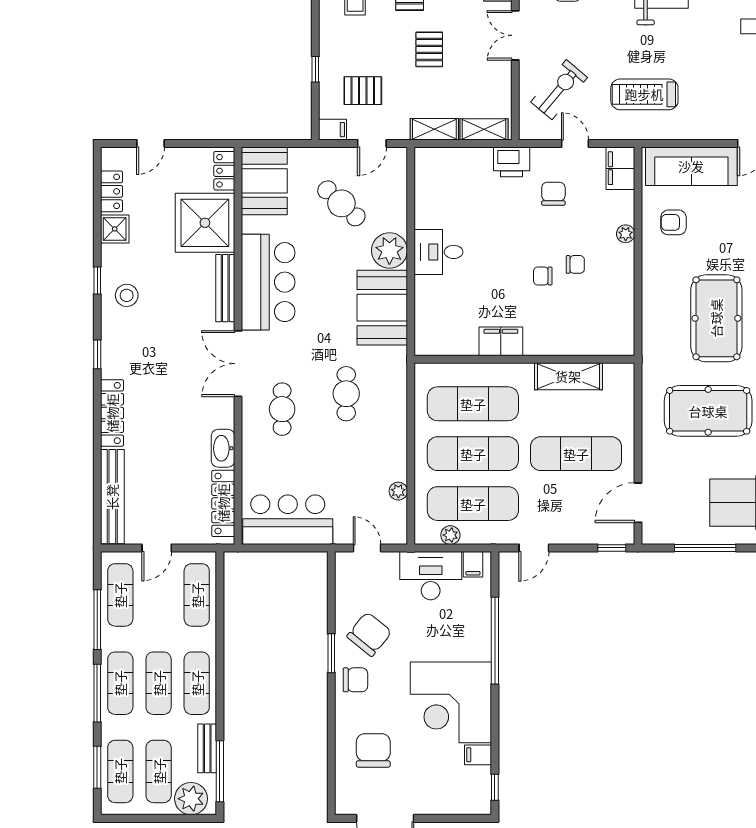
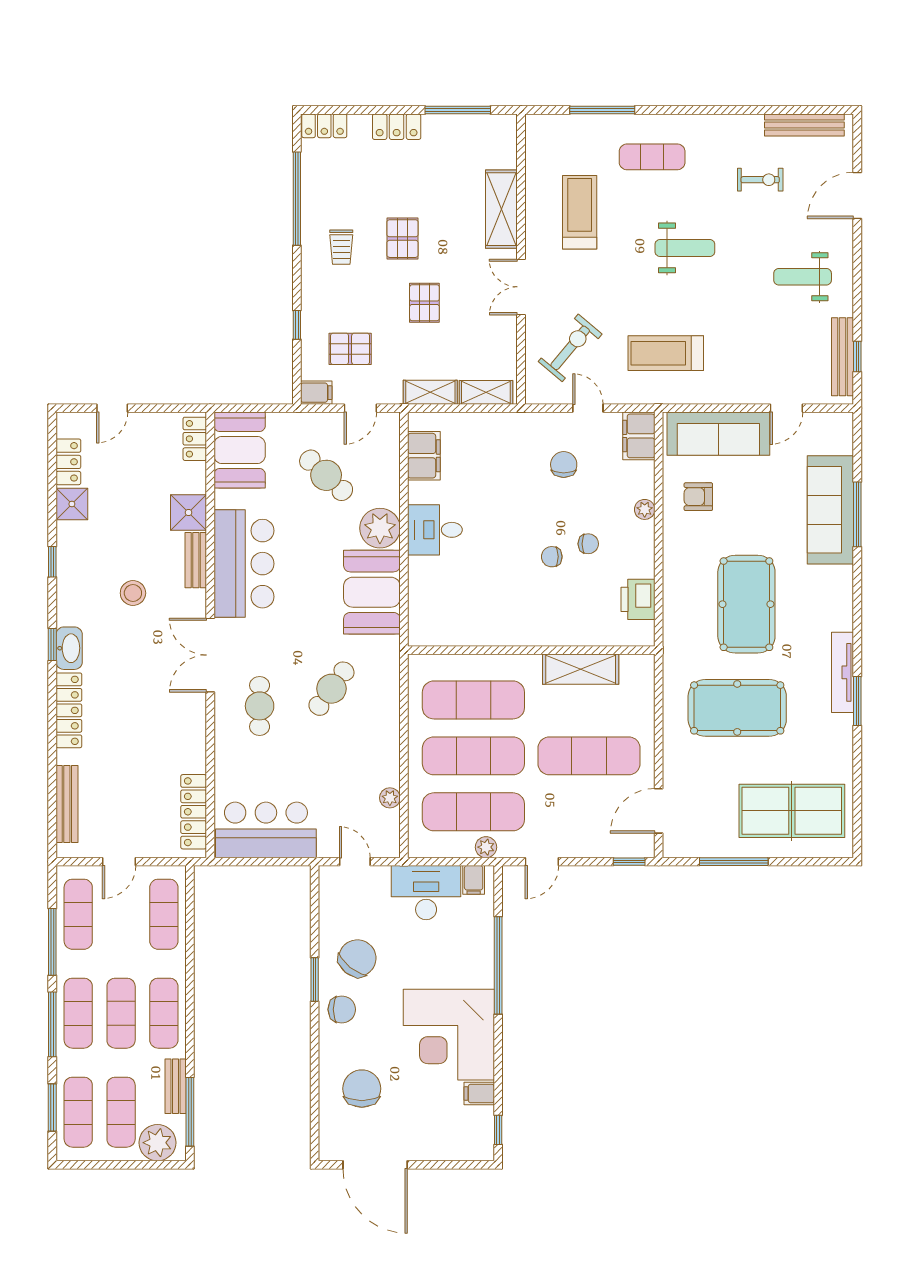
printer: (512, 162) -> (638, 599), moved, turned 90
shower: (205, 223) -> (189, 513), width x0.54, depth x0.54
bench: (225, 288) -> (196, 560), width x0.73
stool: (127, 295) -> (133, 593), moved
filing cabinet: (501, 341) -> (424, 456), moved, turned 90
cafe table: (346, 394) -> (331, 689), turned 36
washbasin: (223, 448) -> (69, 648), moved, turned 180
bench: (112, 497) -> (67, 804), width x0.73, depth x0.82
plant: (450, 535) -> (486, 847), moved

